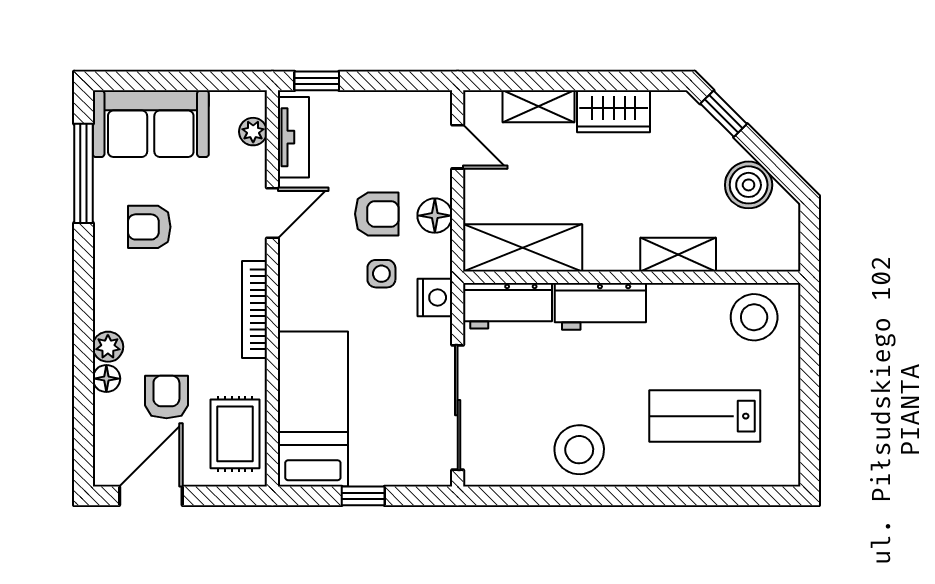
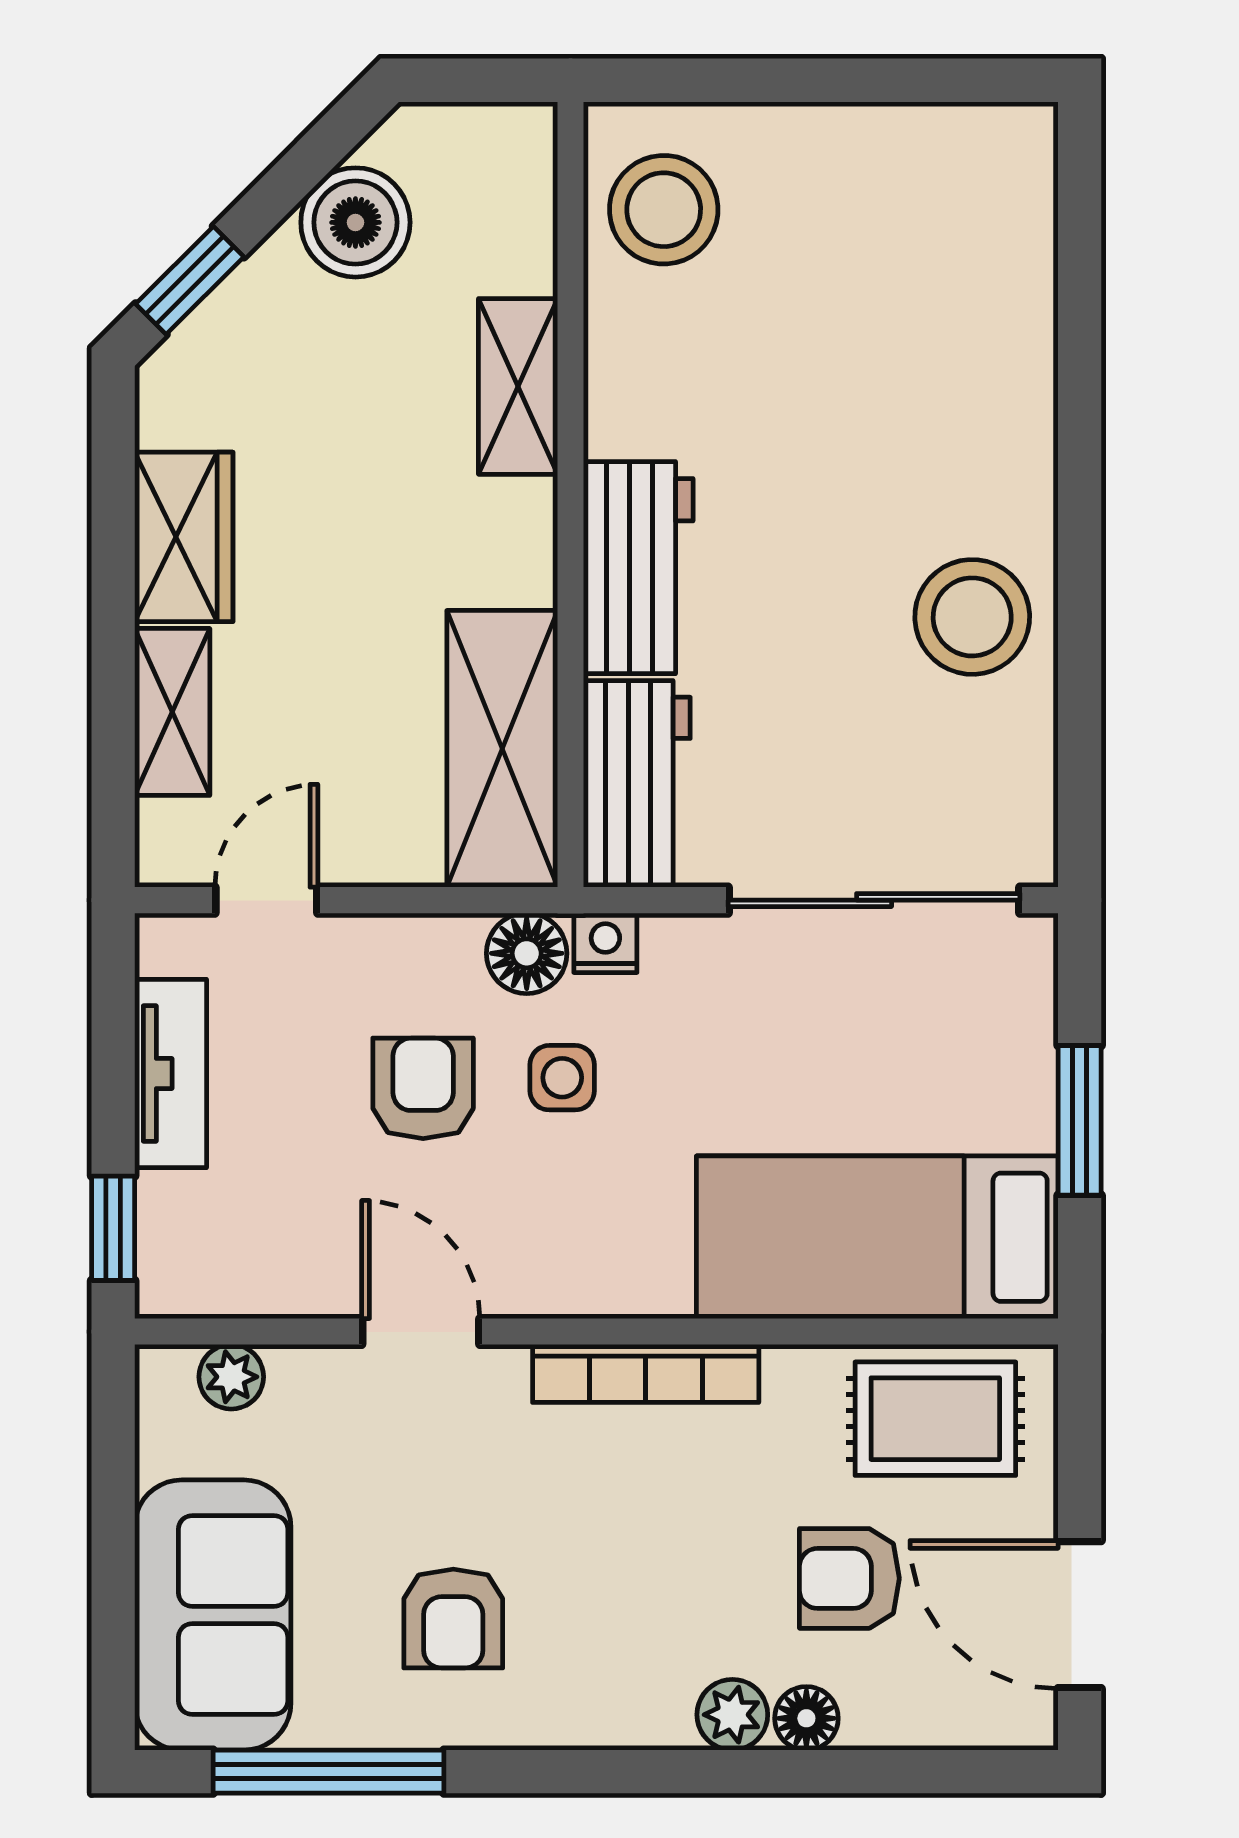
tv unit: (293, 137) -> (171, 1073), moved, turned 90
floor lamp: (435, 216) -> (527, 953), moved
nightstand: (435, 297) -> (605, 943), width x0.72, depth x0.74
lab bench: (705, 416) -> (894, 324), removed
window: (363, 496) -> (1080, 1120), width x1.50

